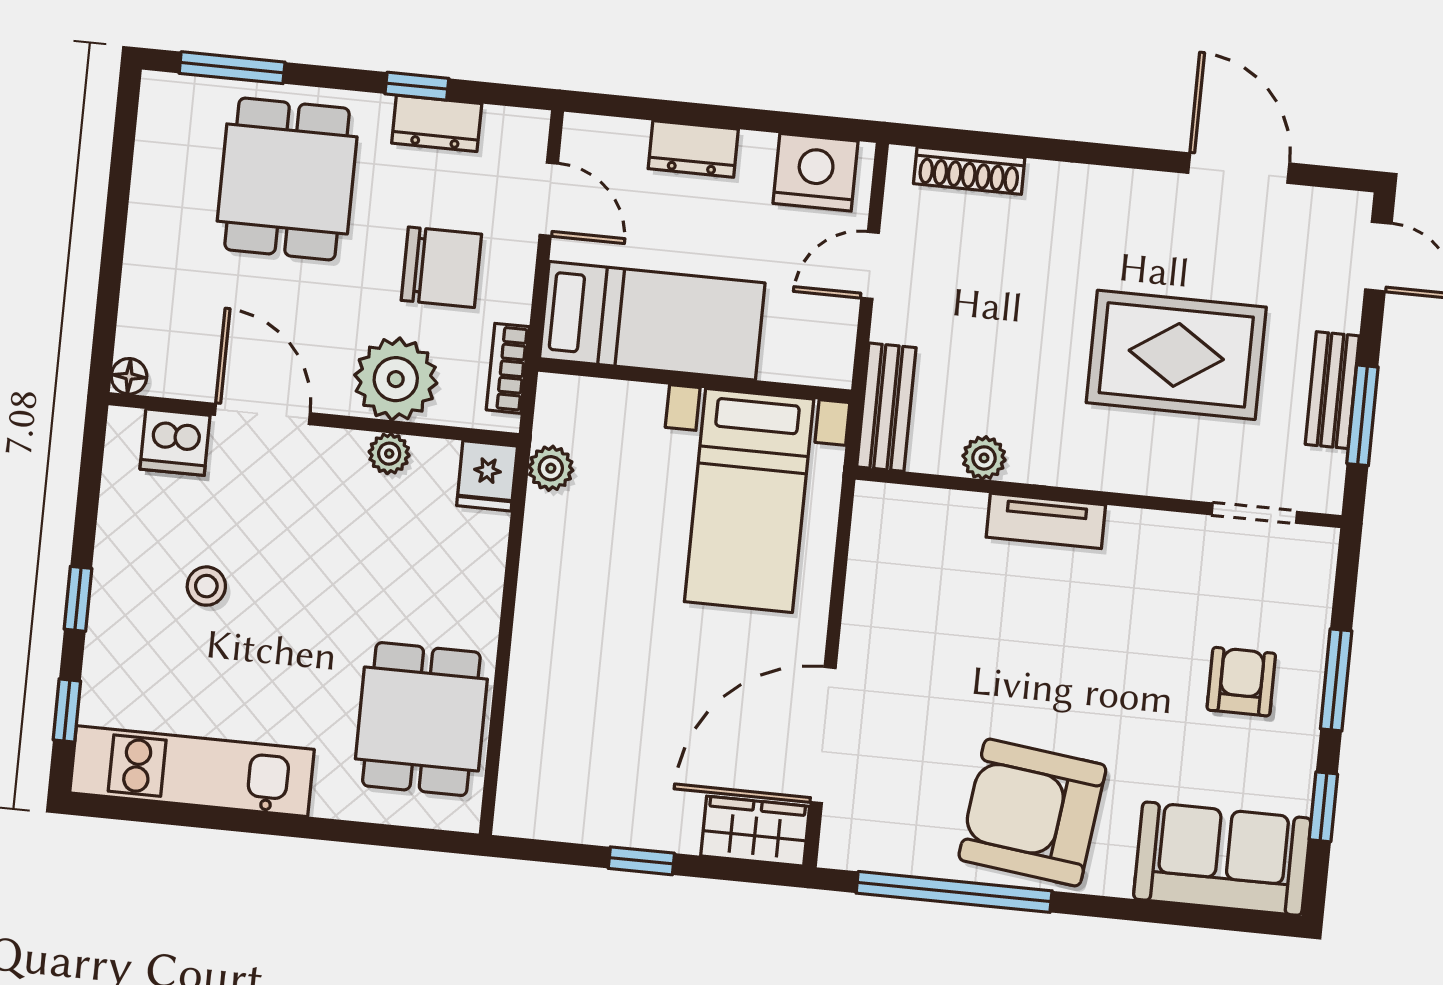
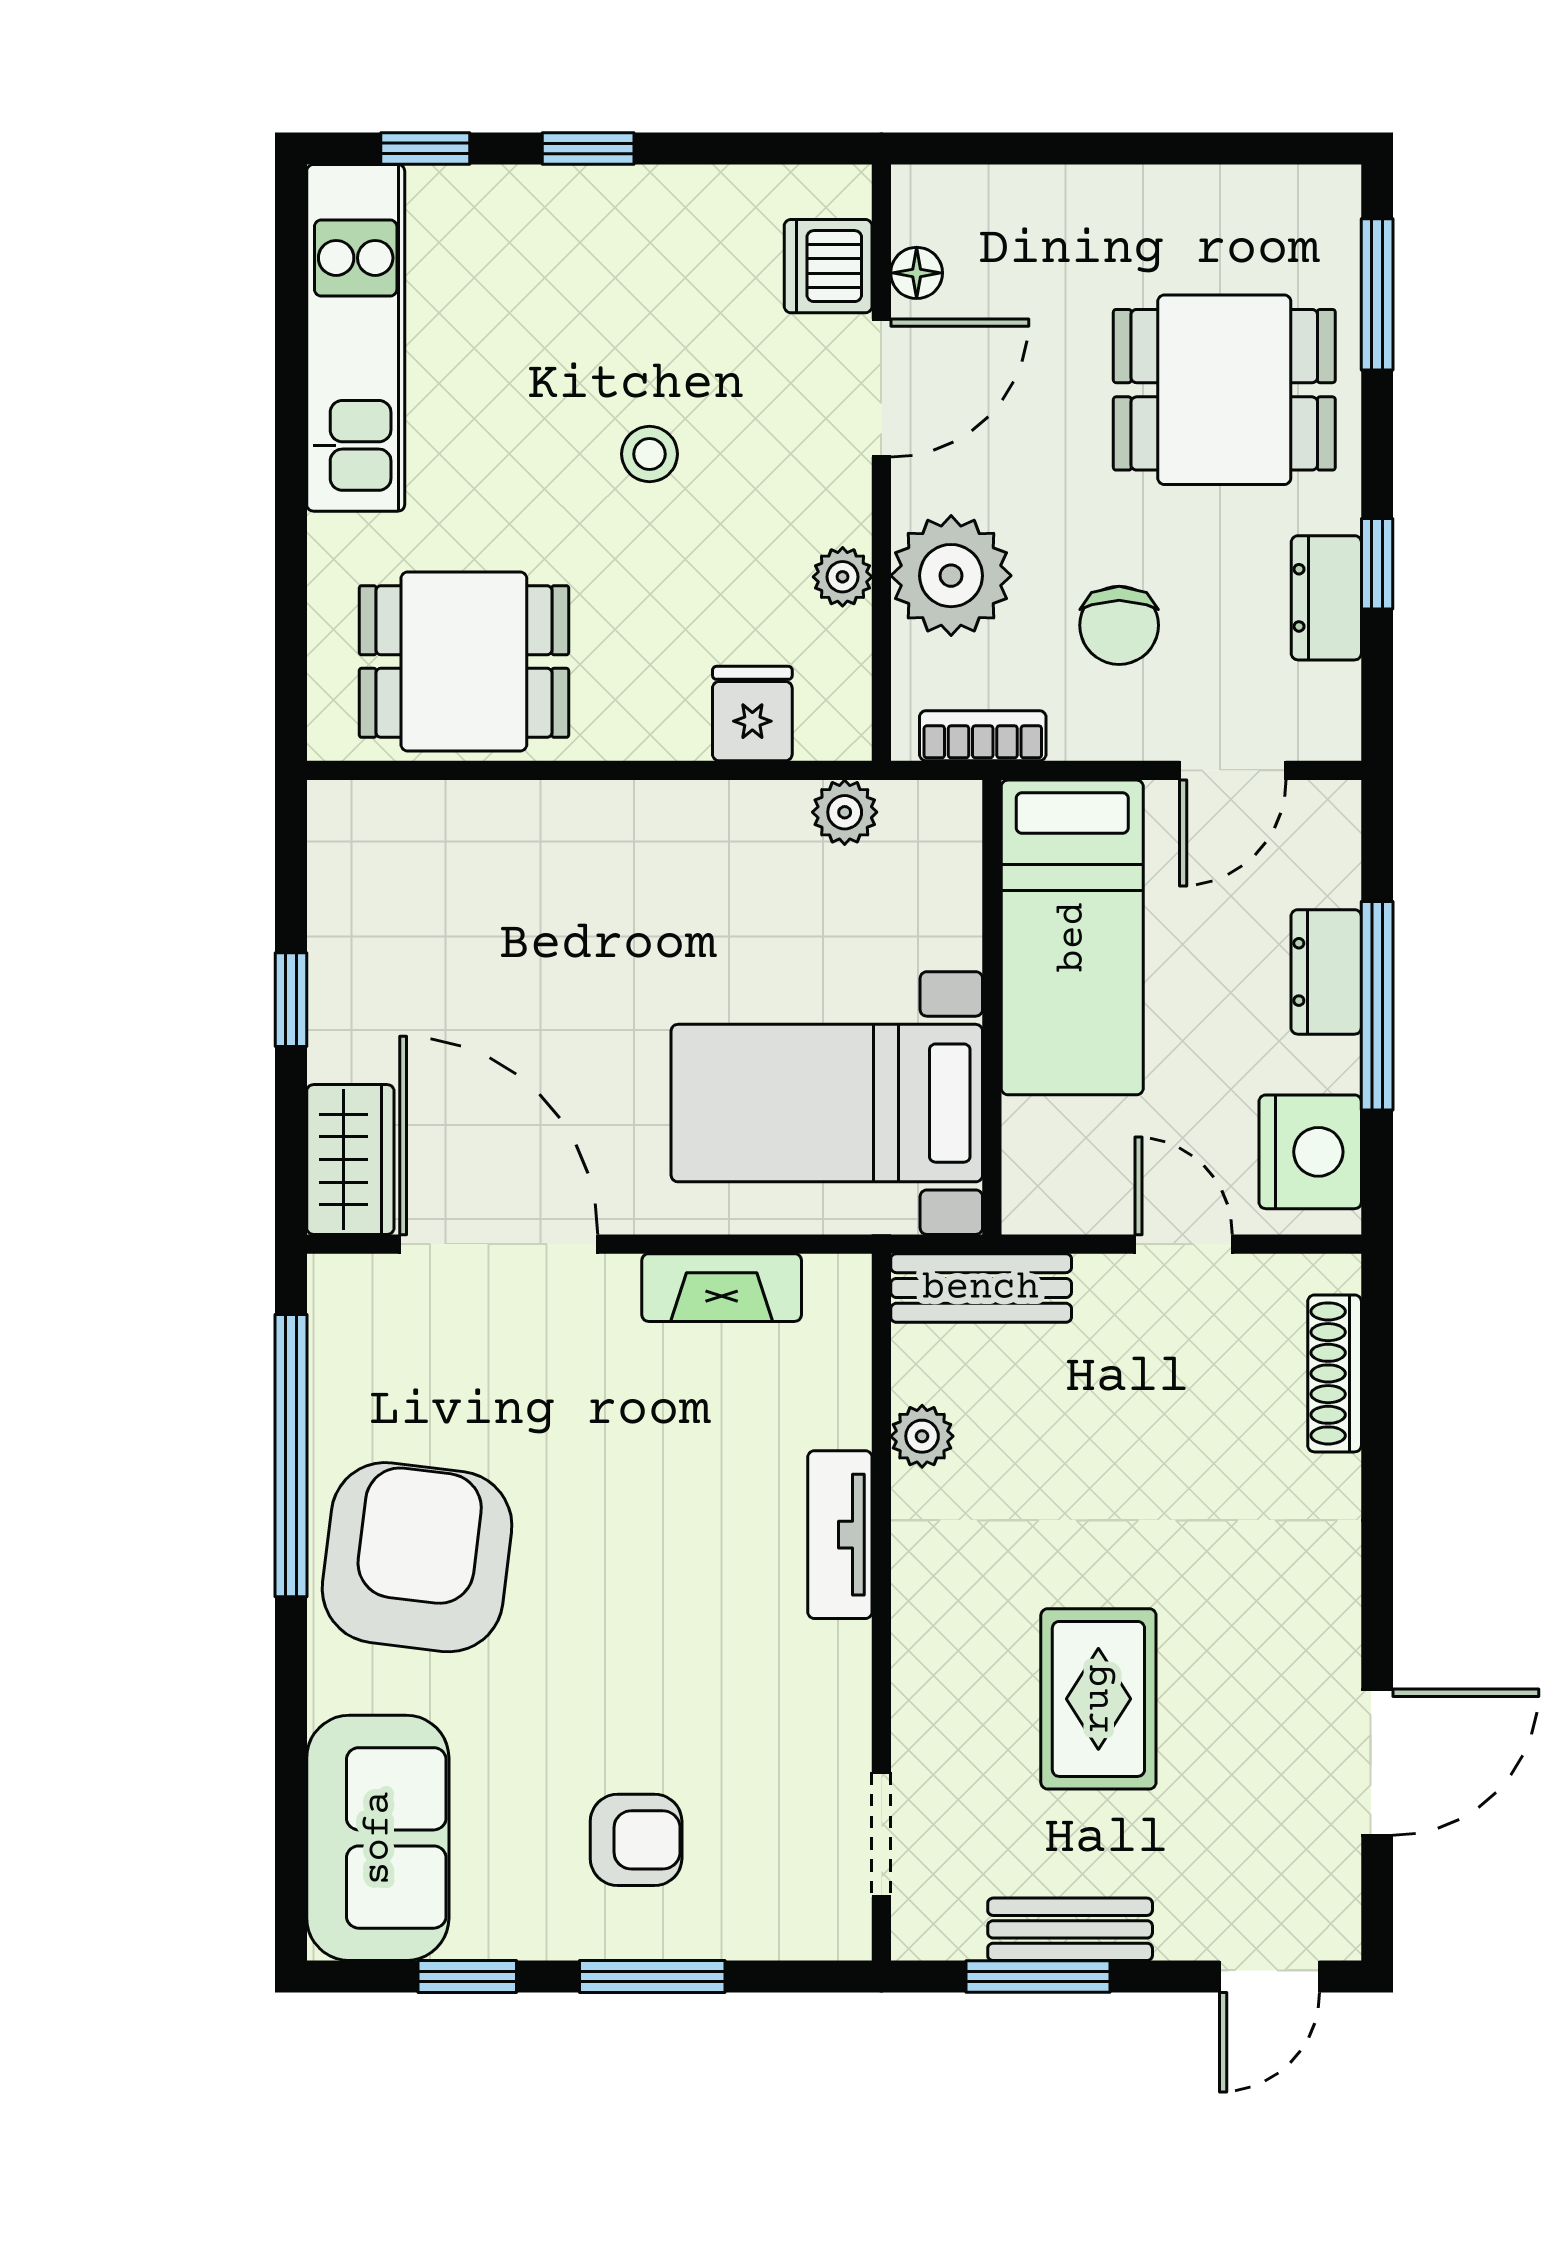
window: (720, 116) -> (1377, 1006), added
chair: (441, 267) -> (1119, 625), width x0.73, depth x0.73
rug: (1176, 355) -> (1098, 1699), width x0.73, depth x0.70
floor lamp: (129, 376) -> (917, 273), moved
fridge: (487, 476) -> (752, 714), moved, turned 90
fireplace: (868, 585) -> (722, 1288), added
stool: (206, 586) -> (650, 454), moved

